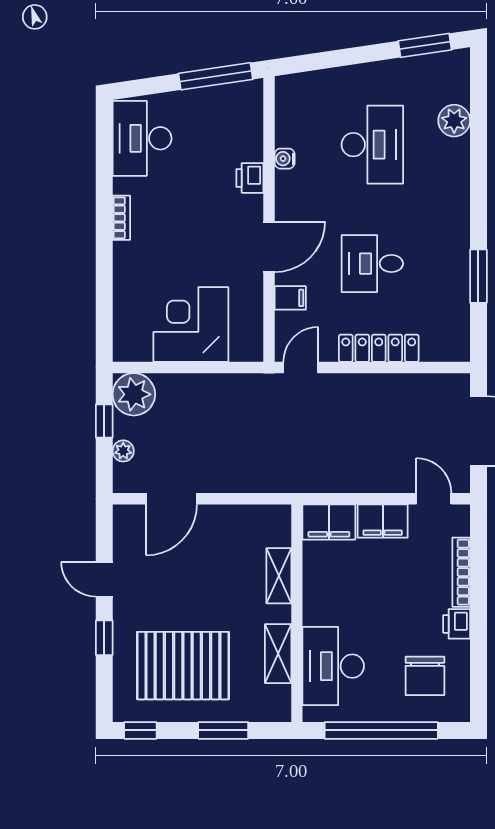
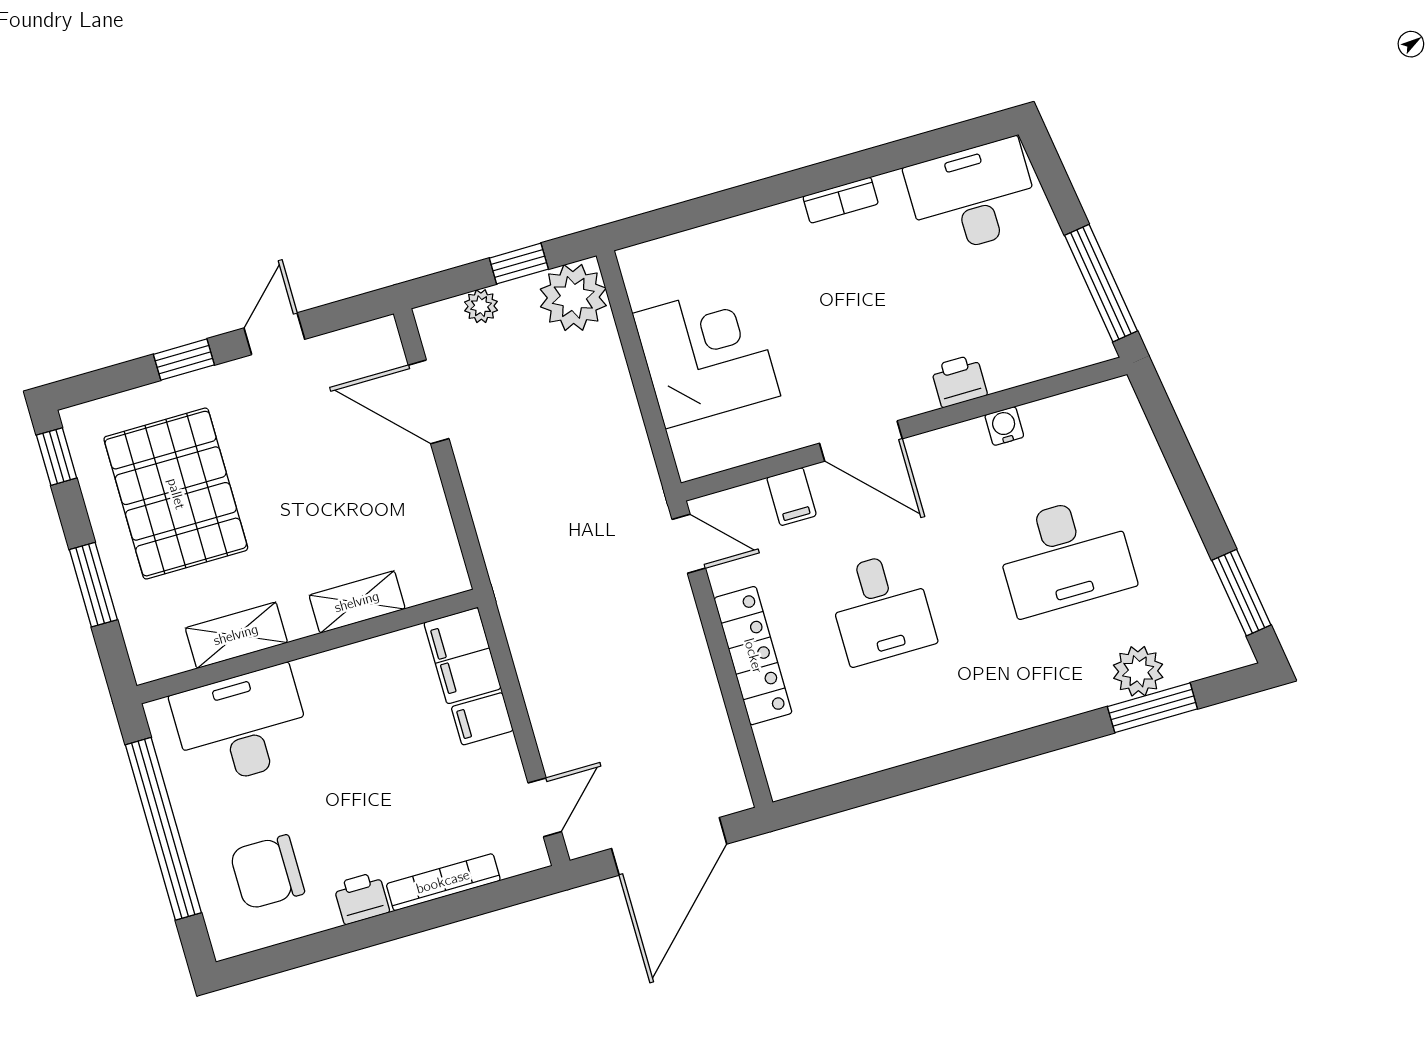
desk: (372, 264) -> (881, 608), turned 180
window: (478, 276) -> (1152, 708), moved
filing cabinet: (383, 521) -> (482, 719), width x0.50

